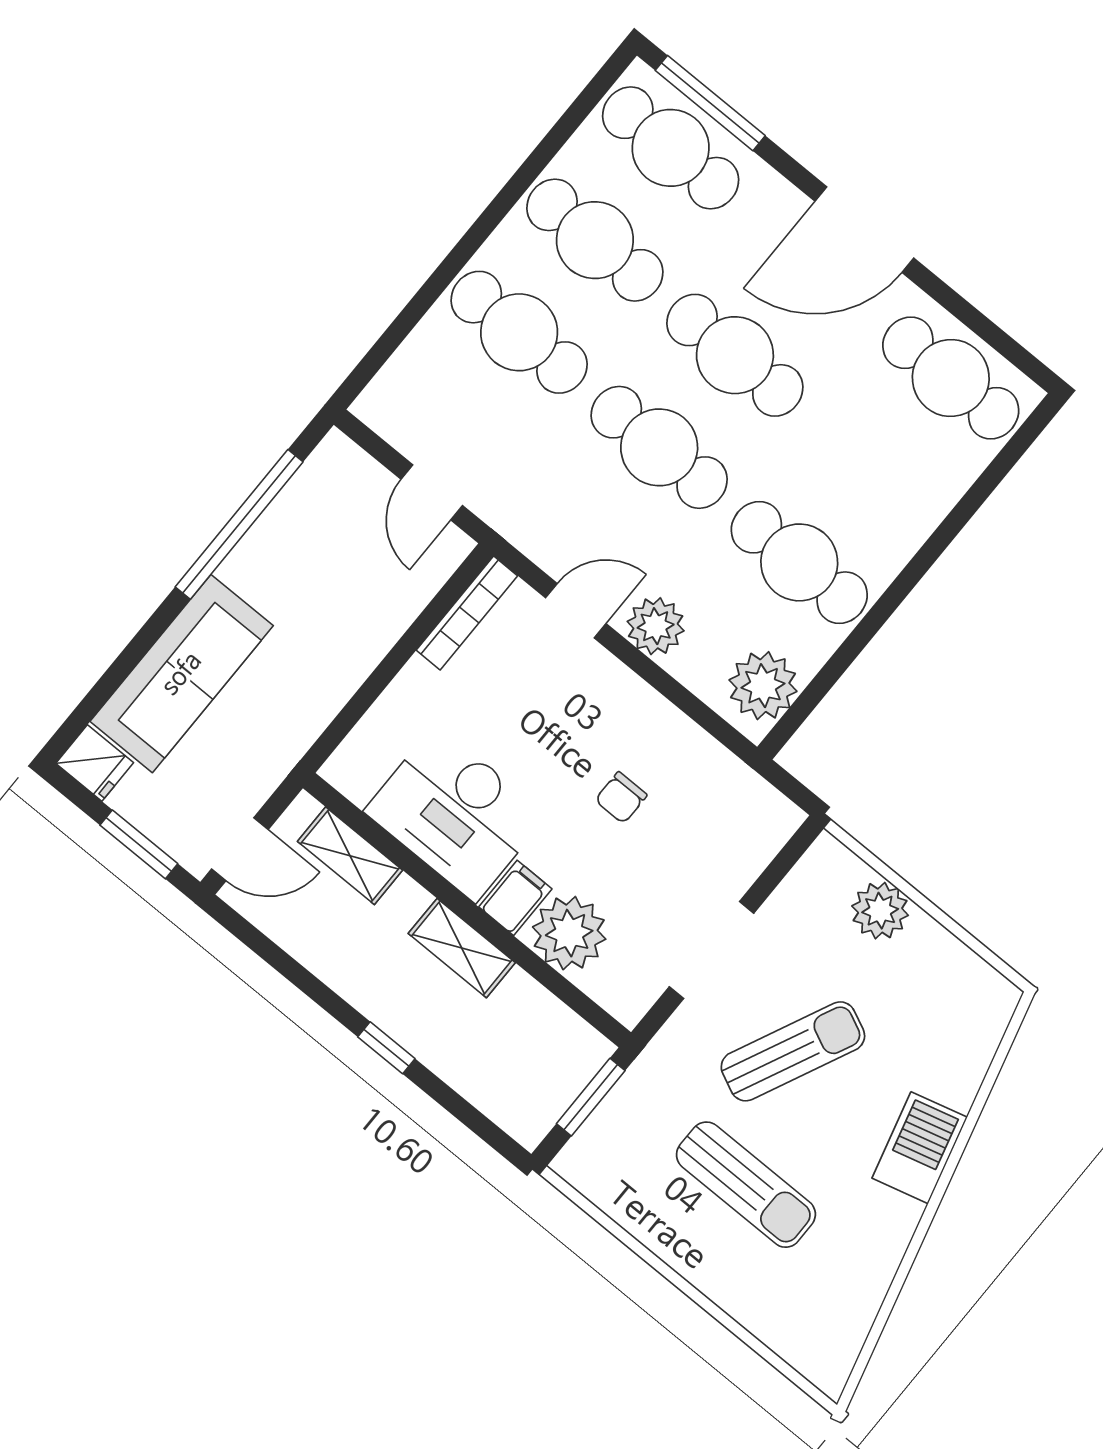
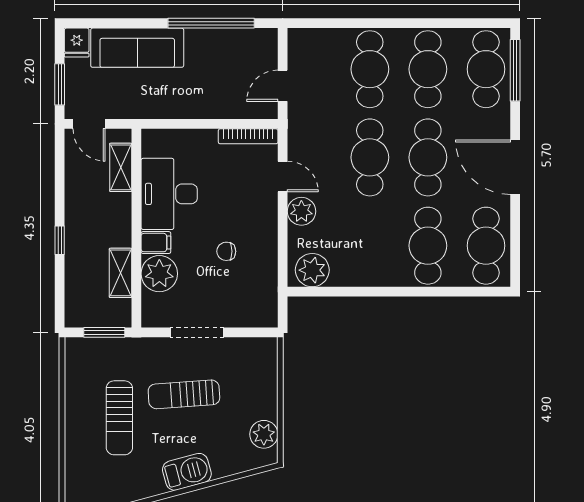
cafe table: (799, 562) -> (428, 246), moved
plant: (880, 911) -> (264, 434), moved
shelving: (462, 948) -> (120, 273), moved
sun lounger: (793, 1051) -> (184, 394), turned 151

